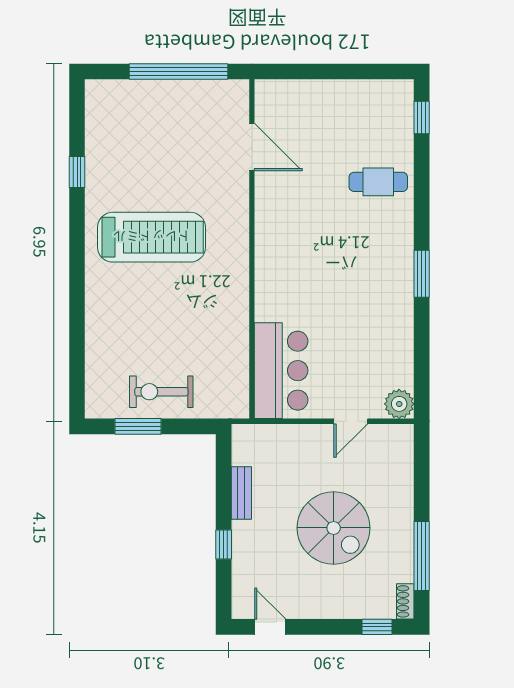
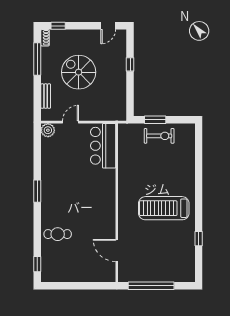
window: (138, 426) -> (155, 120), moved
bench: (241, 493) -> (46, 96), moved
door: (270, 627) -> (108, 26), hinge flipped

